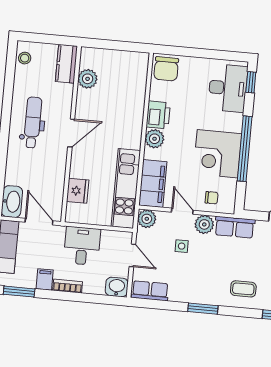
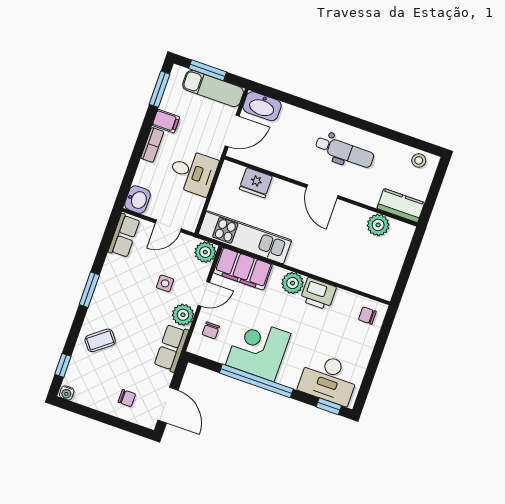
chair: (166, 69) -> (367, 316), width x0.54, depth x0.54
coffee table: (243, 289) -> (100, 340), turned 52

